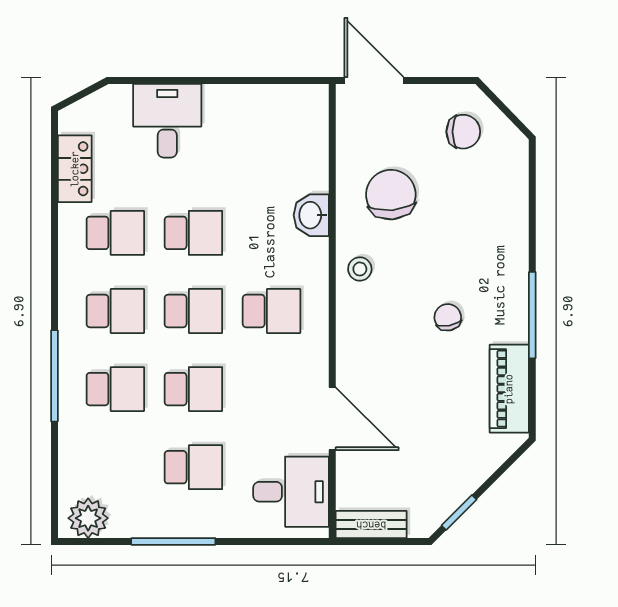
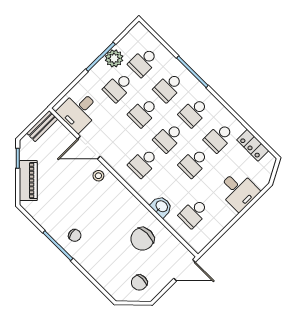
school desk: (272, 155) -> (194, 213), added
chair: (391, 195) -> (142, 239), turned 95
stool: (360, 269) -> (98, 176), moved
chair: (448, 317) -> (75, 235), moved
piano: (509, 389) -> (28, 181), moved, turned 45
school desk: (115, 467) -> (143, 62), added
plant: (88, 518) -> (114, 58), moved

